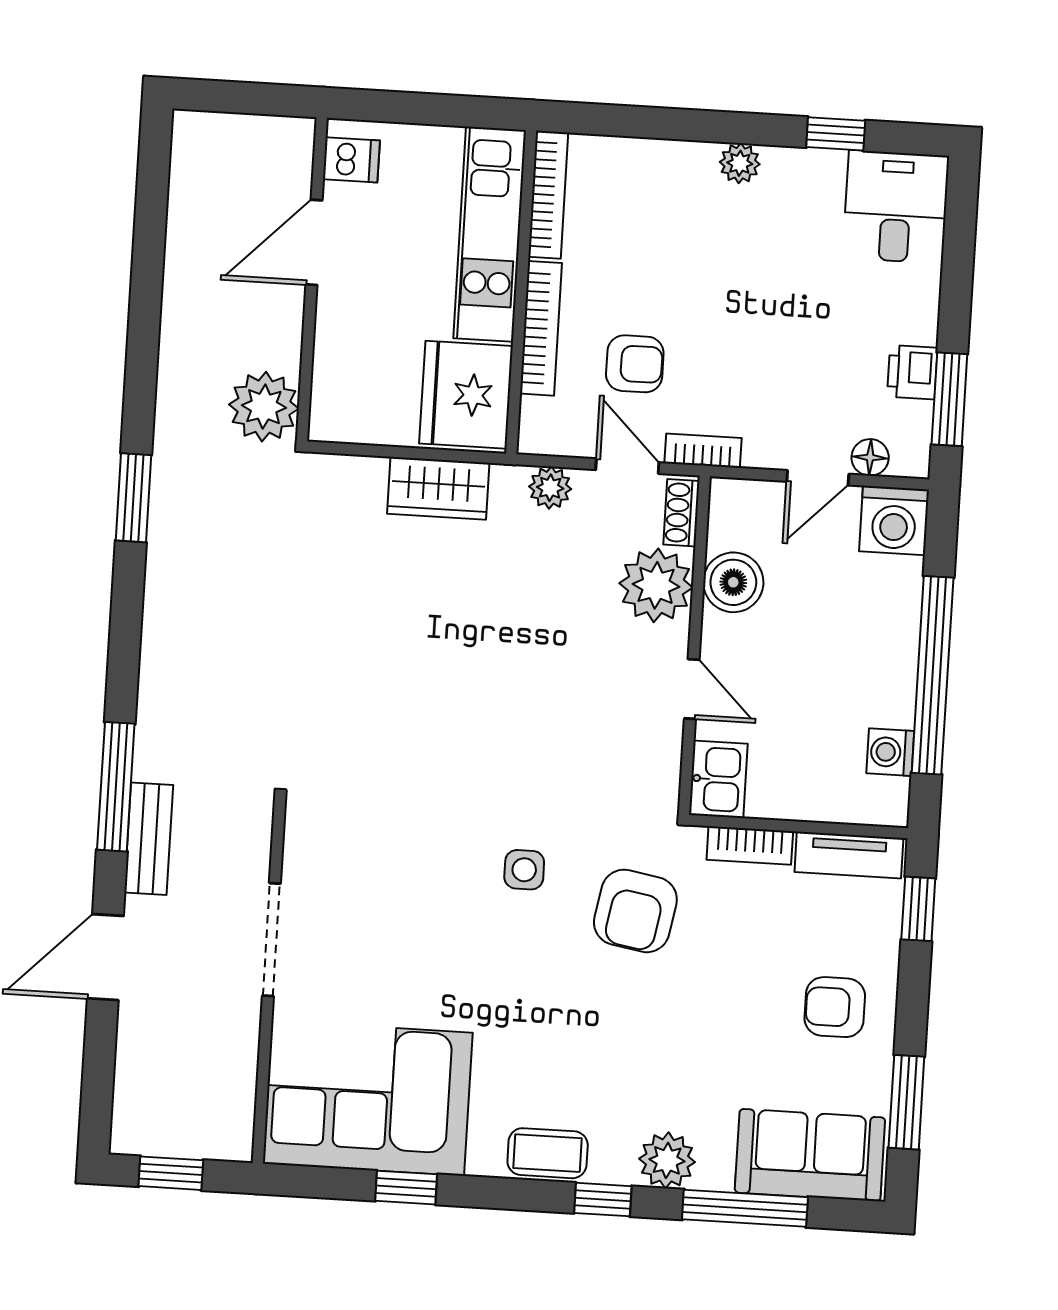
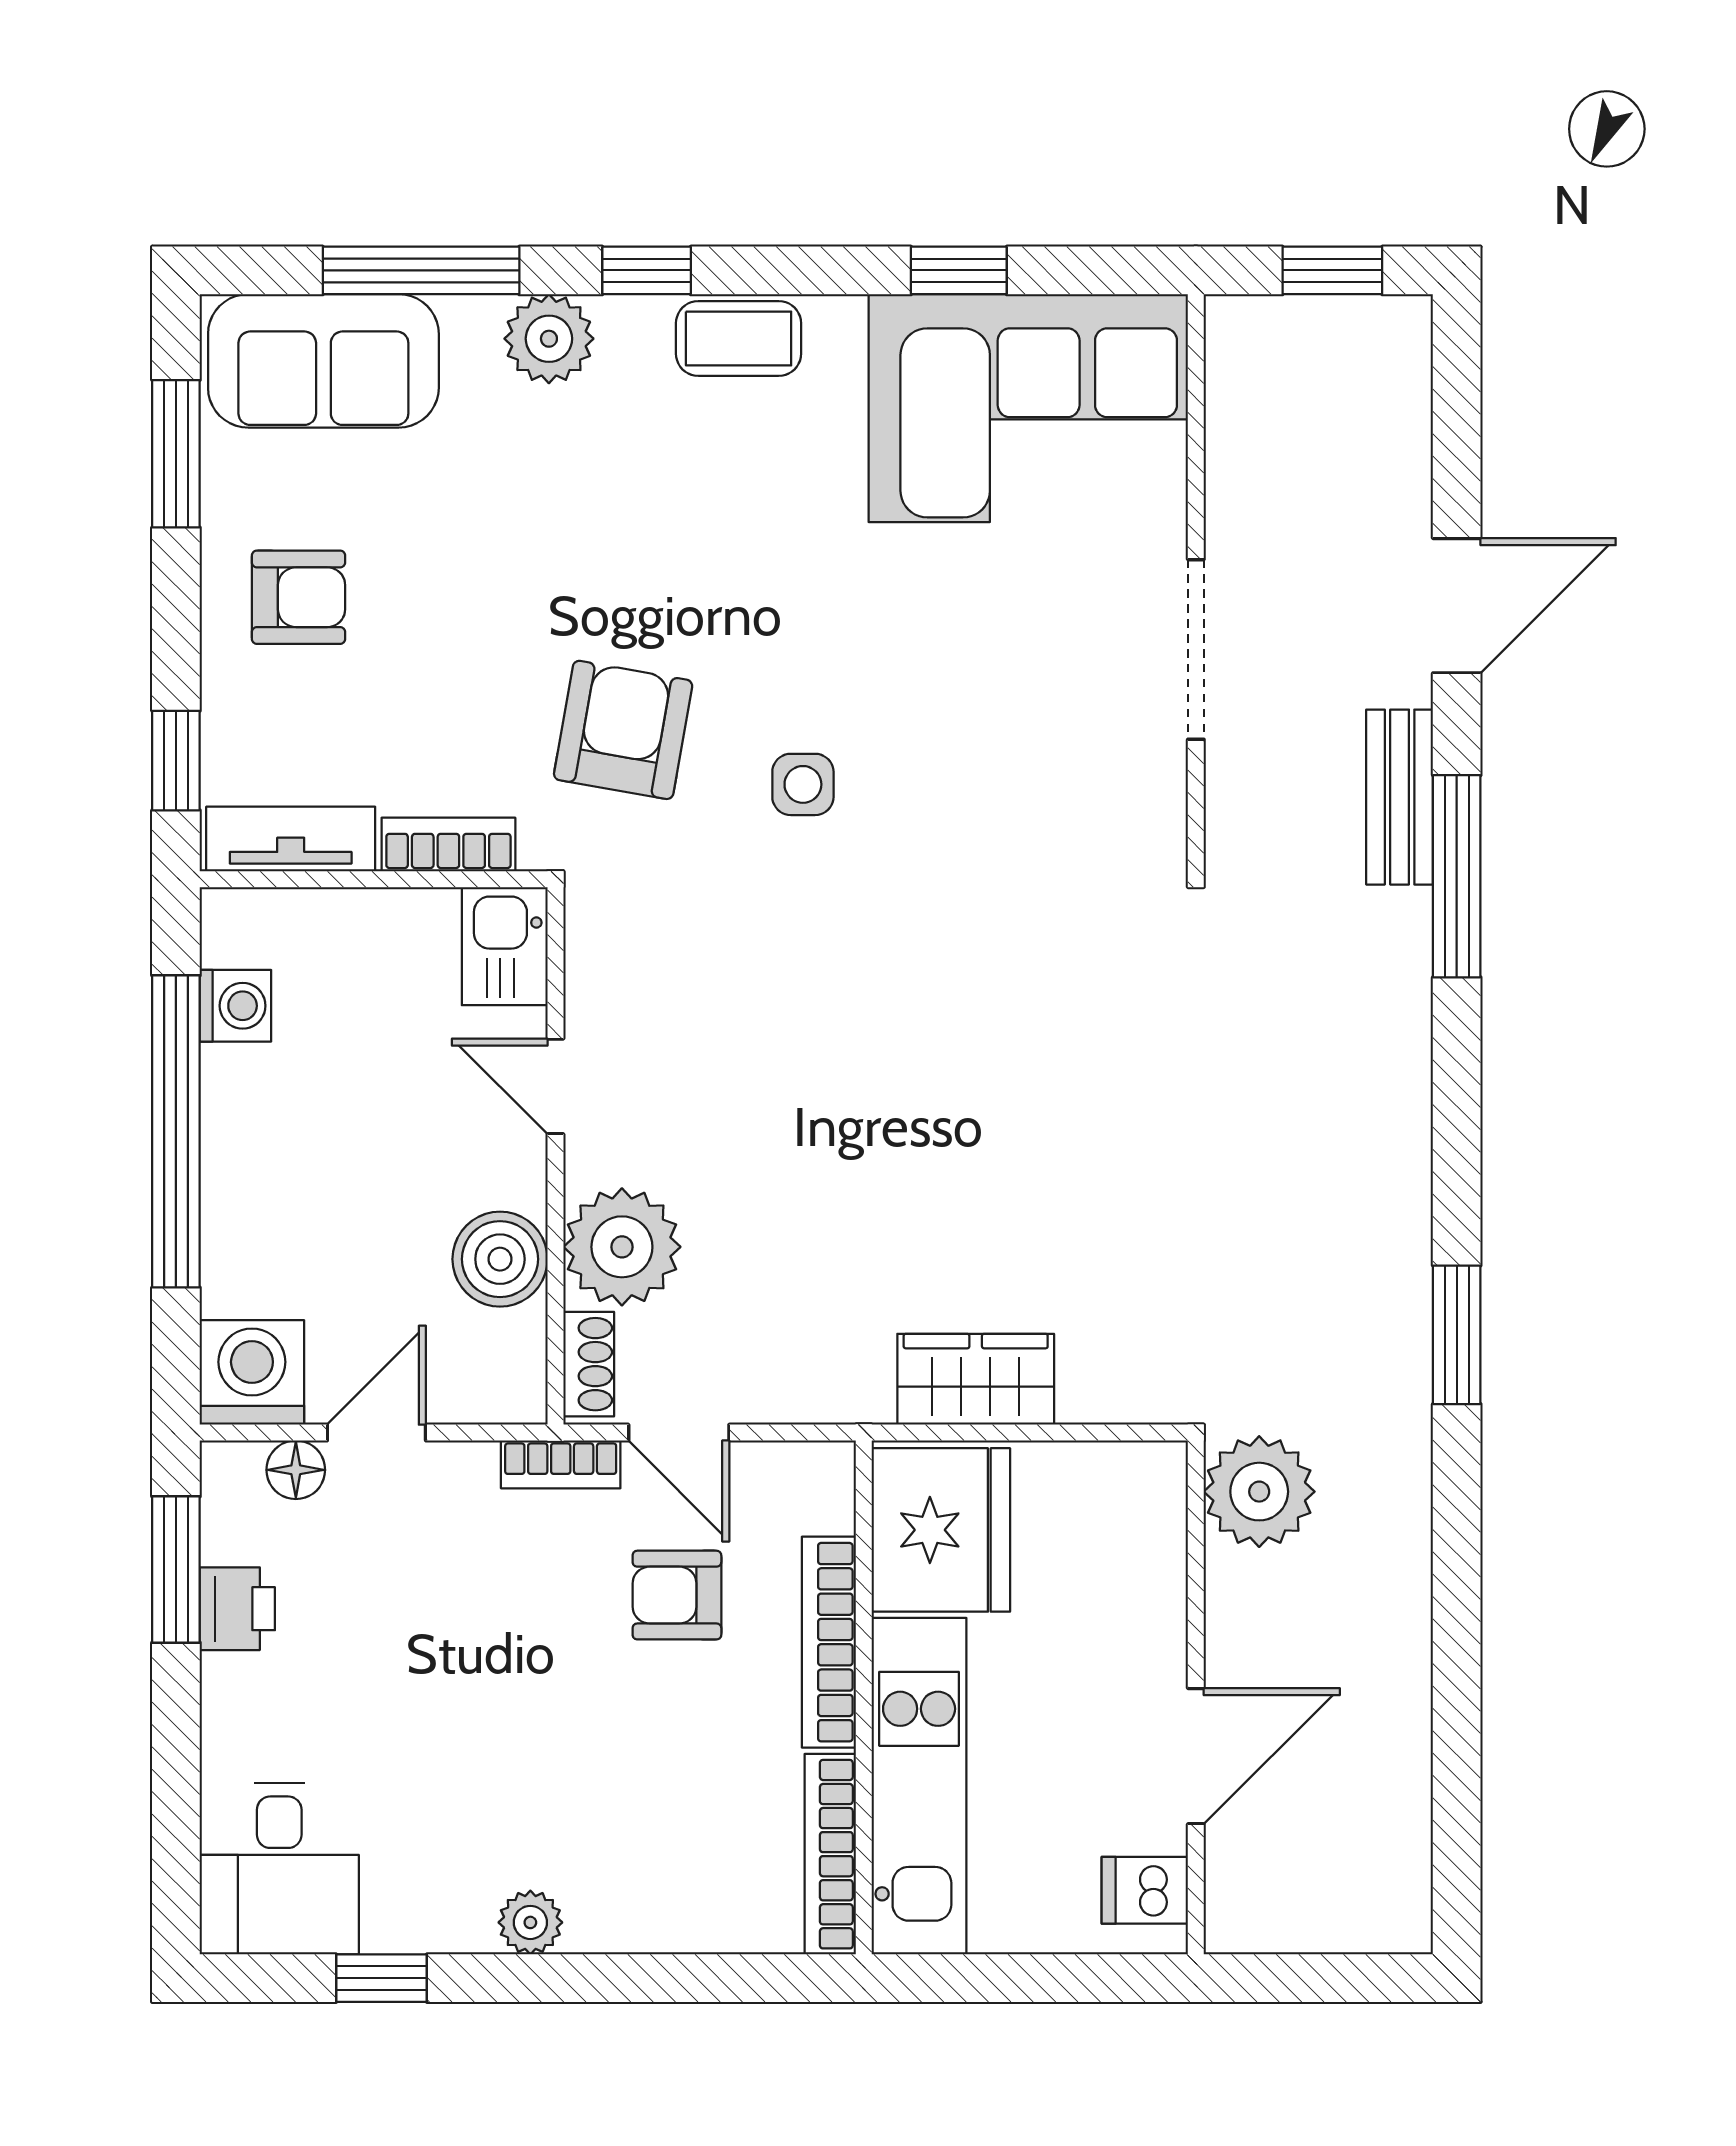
plant: (550, 488) -> (799, 1391), removed

